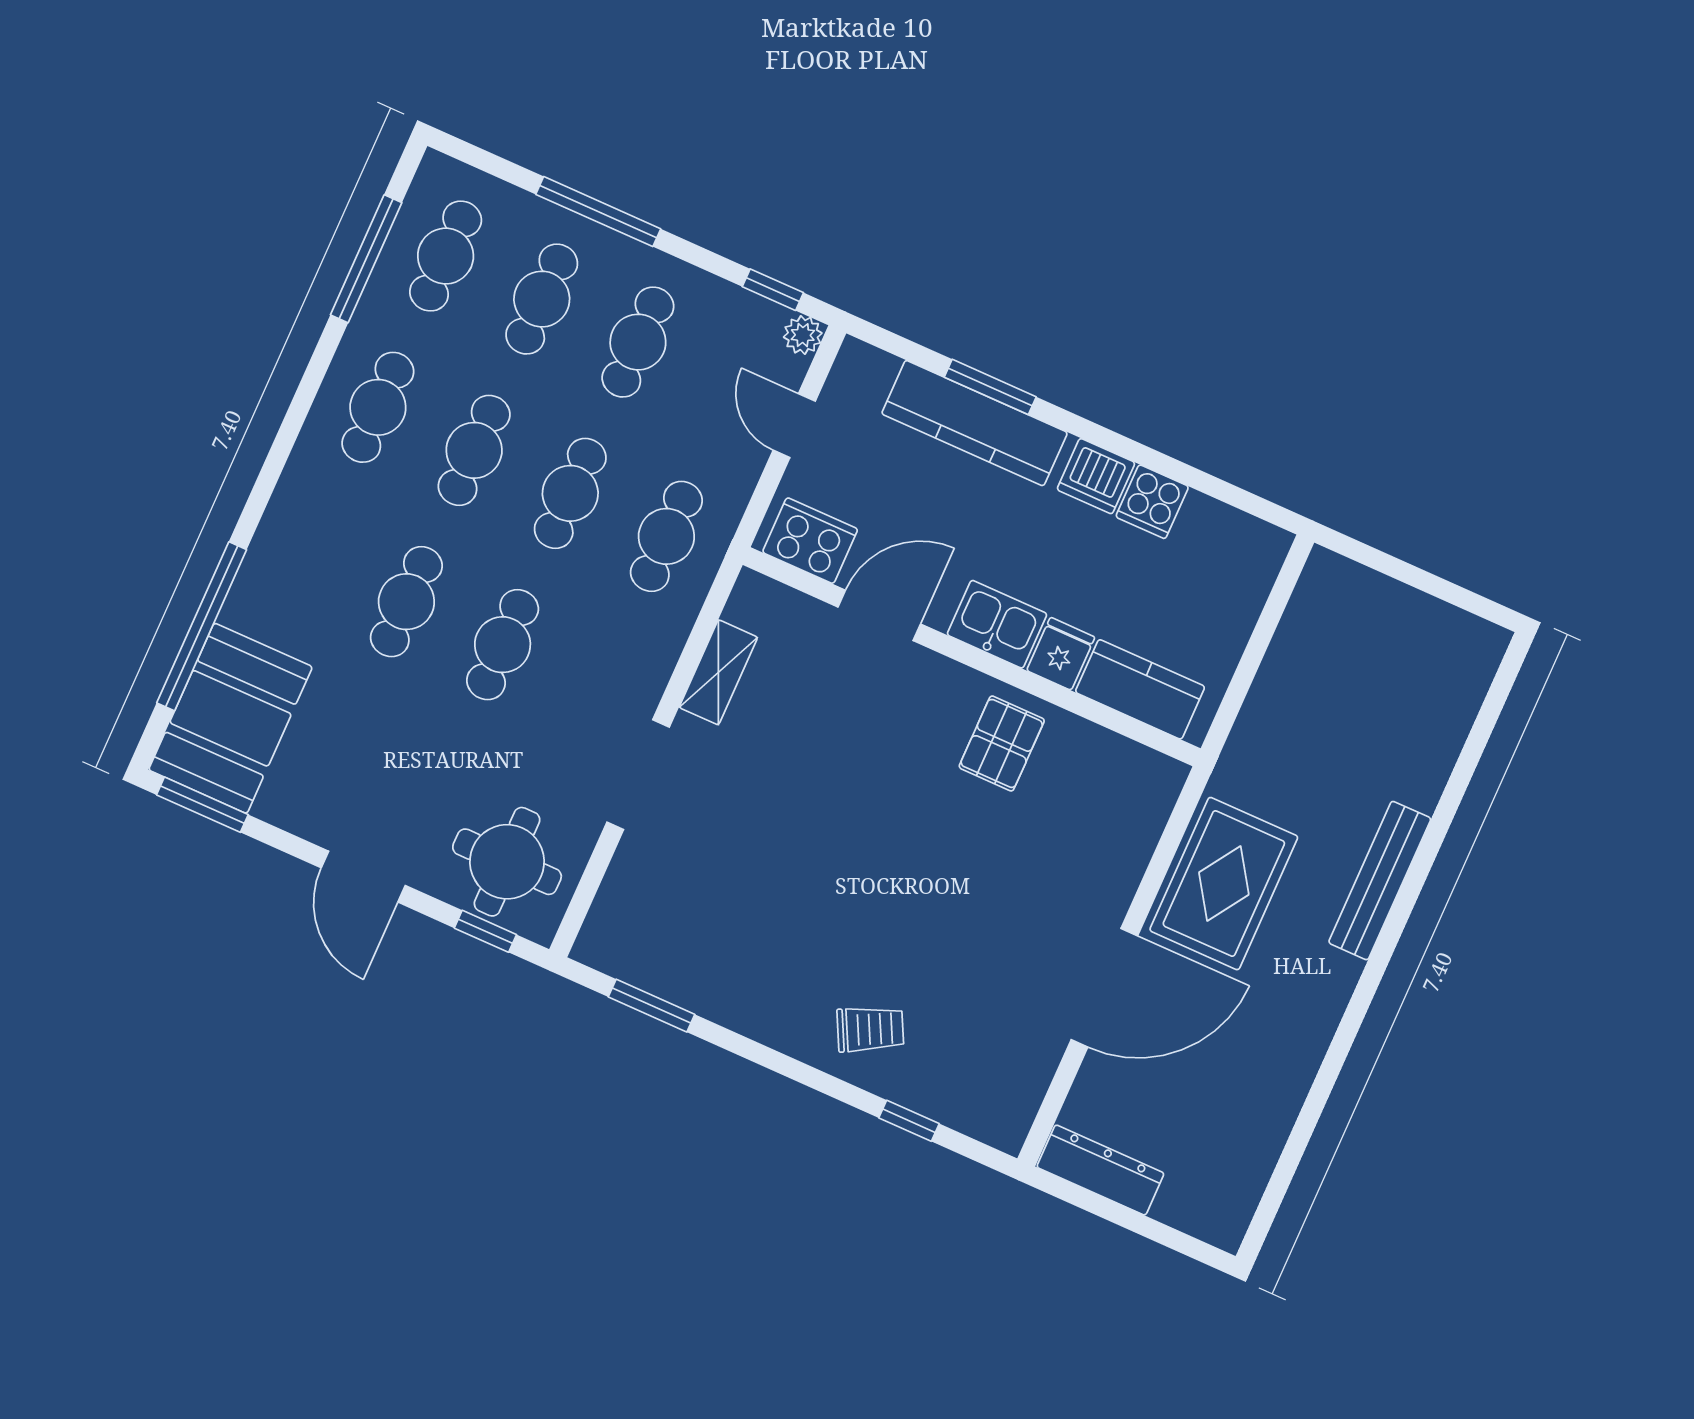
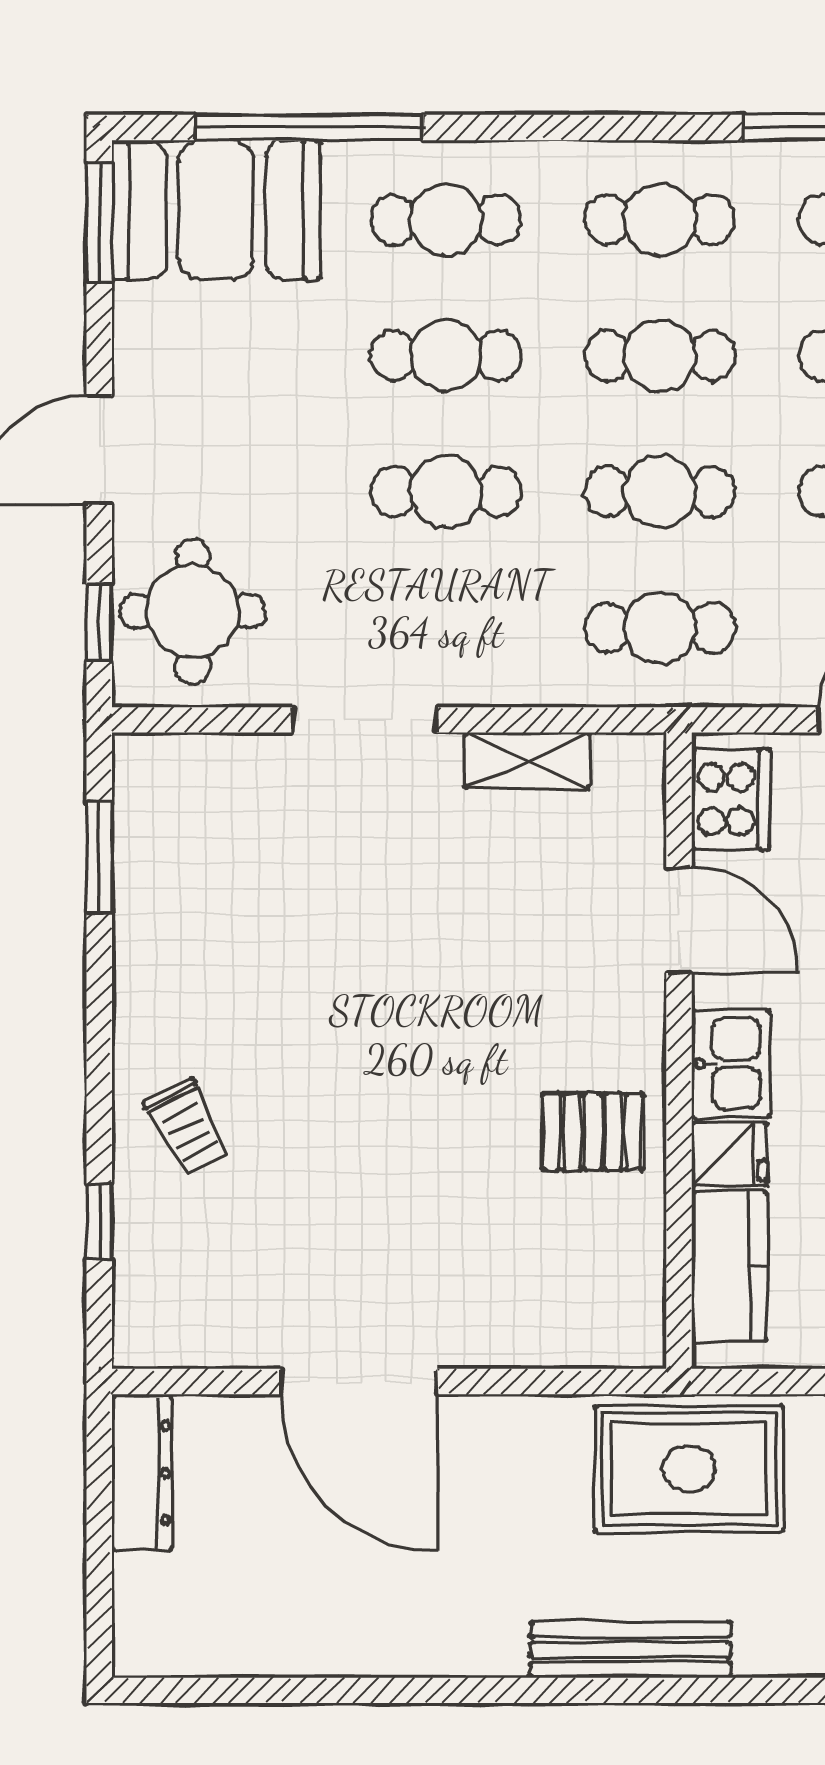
cafe table: (310, 559) -> (446, 220), added
rug: (1224, 884) -> (689, 1469), moved

